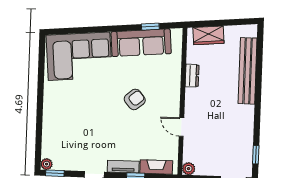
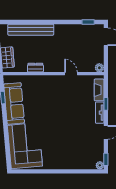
armchair: (135, 99) -> (53, 106), removed
door: (181, 127) -> (71, 74), swing flipped

